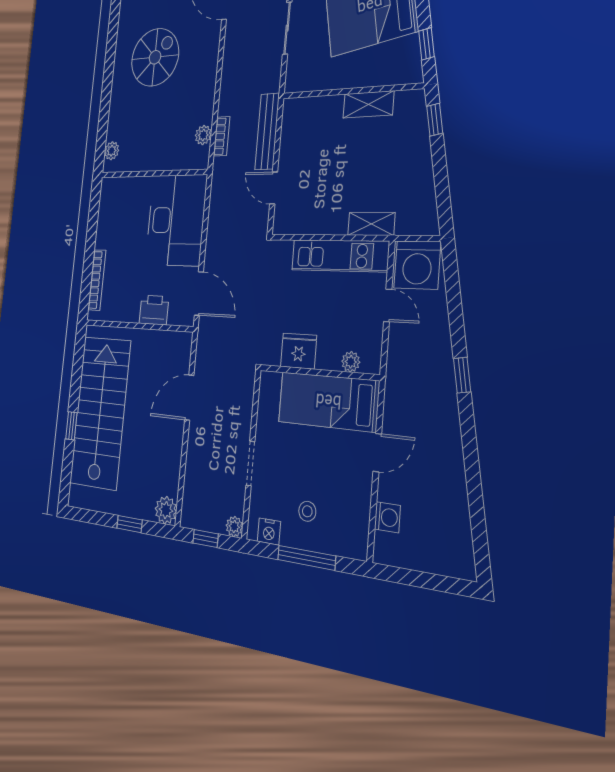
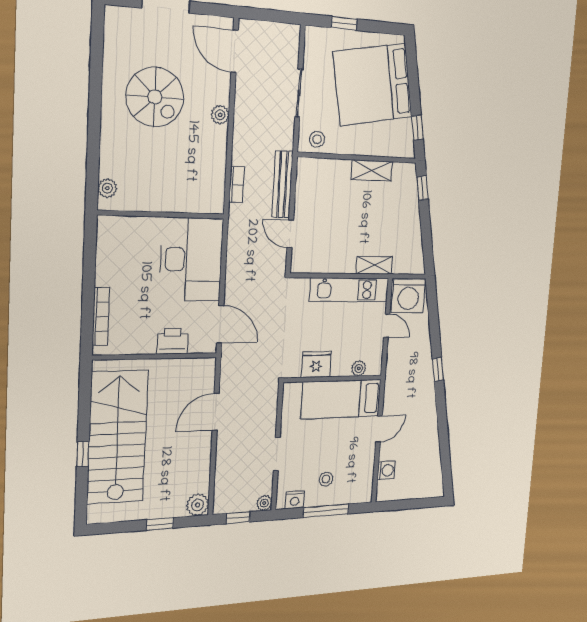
spiral stairs: (155, 57) -> (155, 97), turned 90
stool: (305, 76) -> (317, 139), added
plant: (203, 135) -> (220, 115), moved

